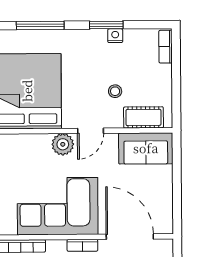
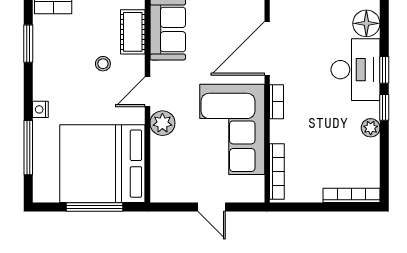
window: (106, 25) -> (28, 44), moved
nightstand: (115, 36) -> (40, 109), moved
door: (90, 131) -> (147, 92), swing flipped

